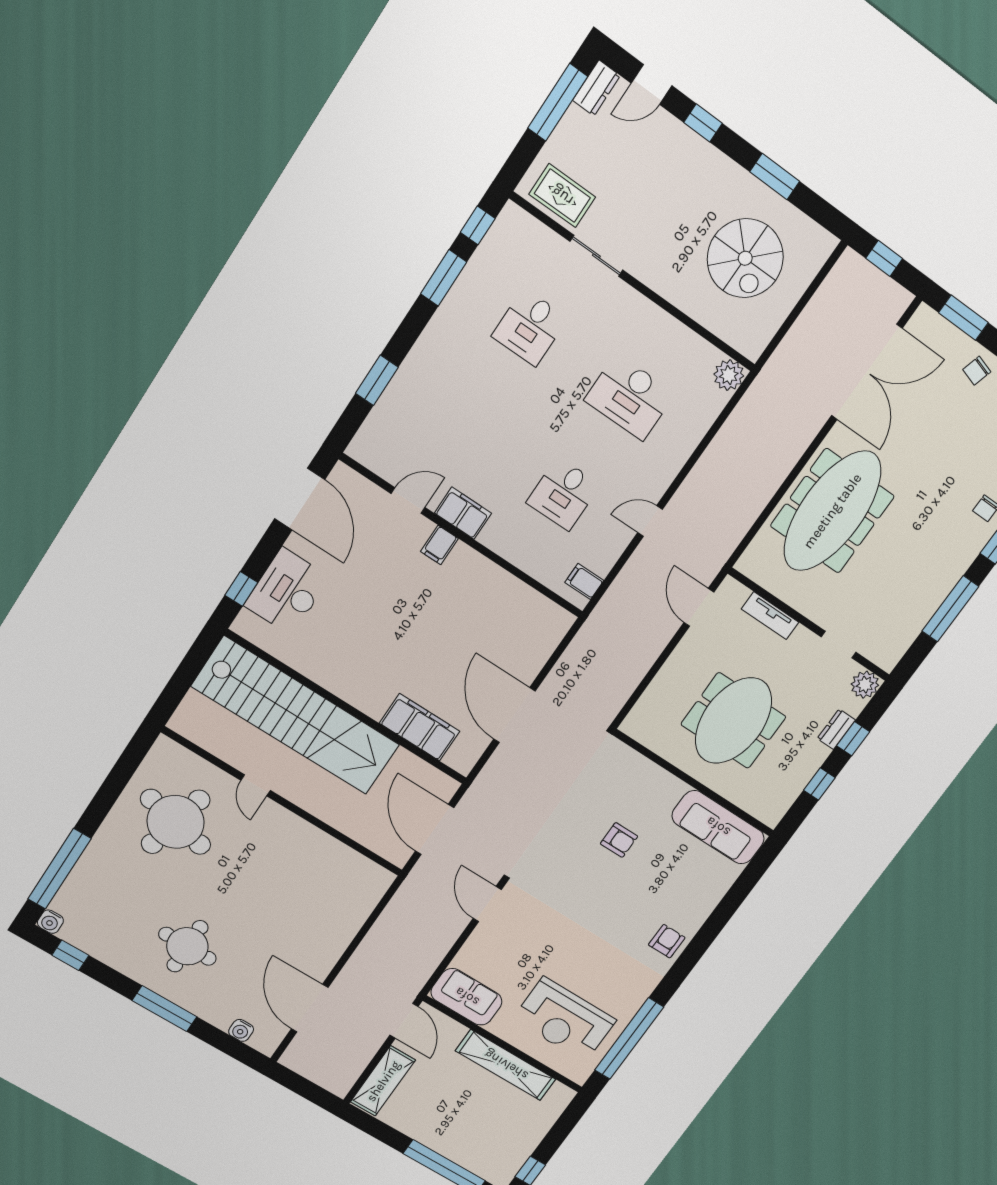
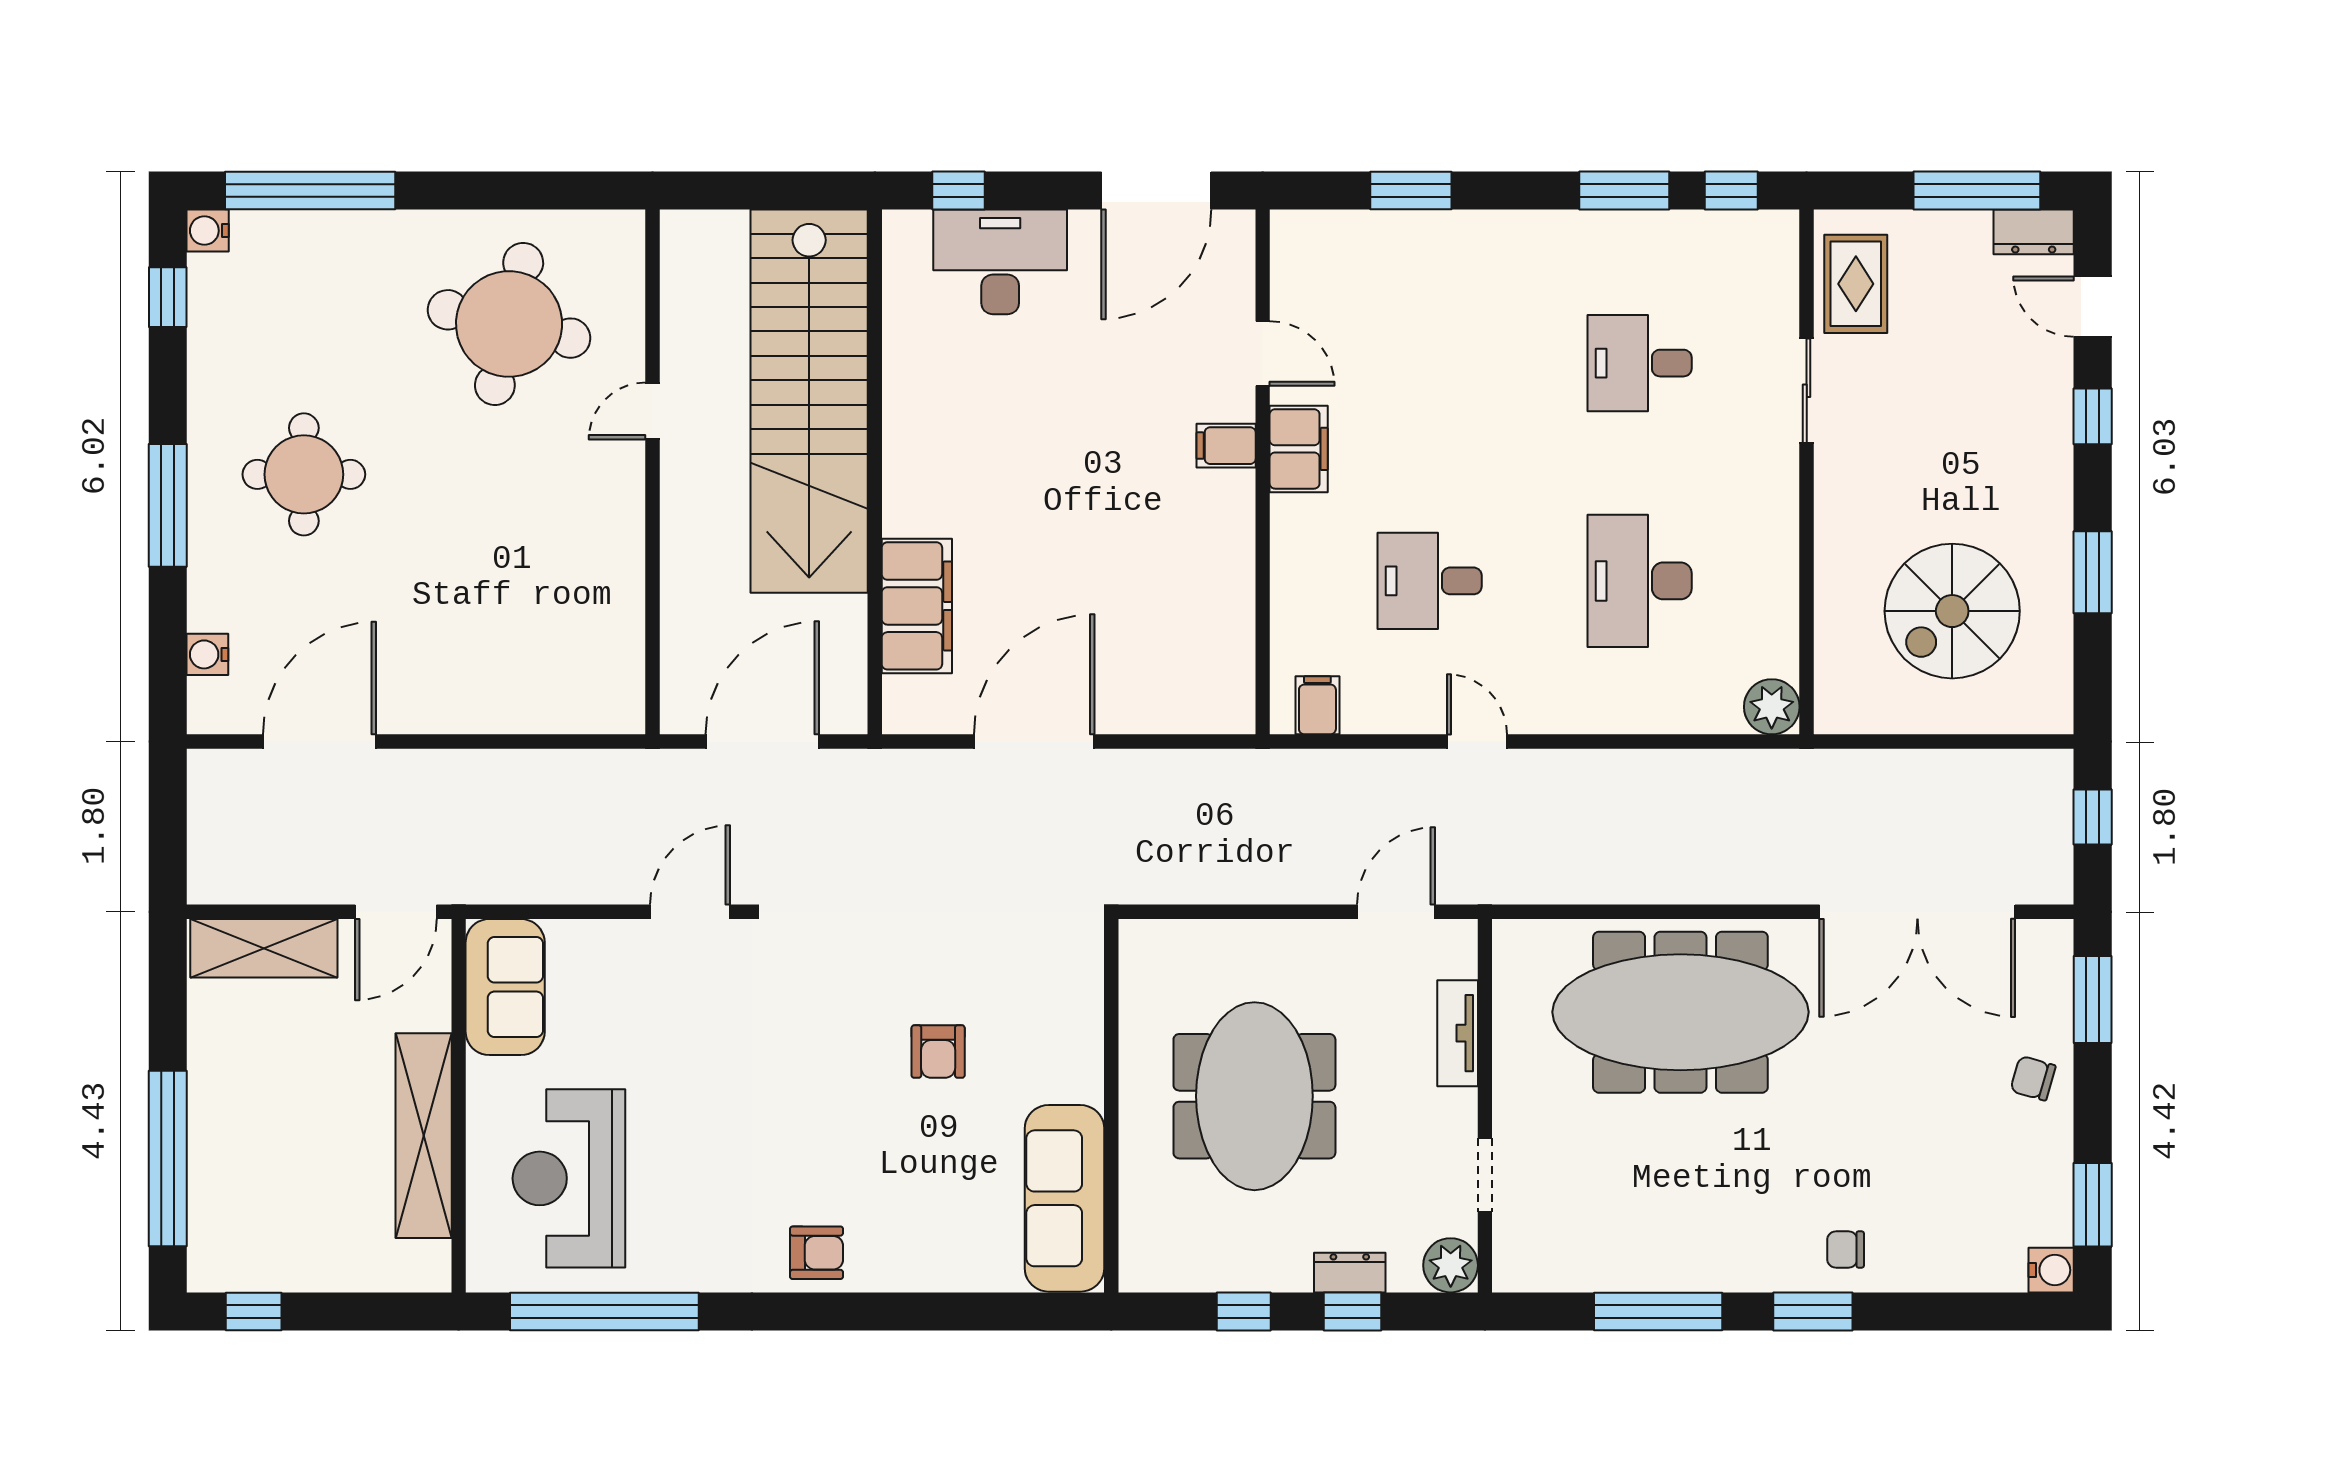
meeting table: (733, 721) -> (1254, 1096), turned 90

